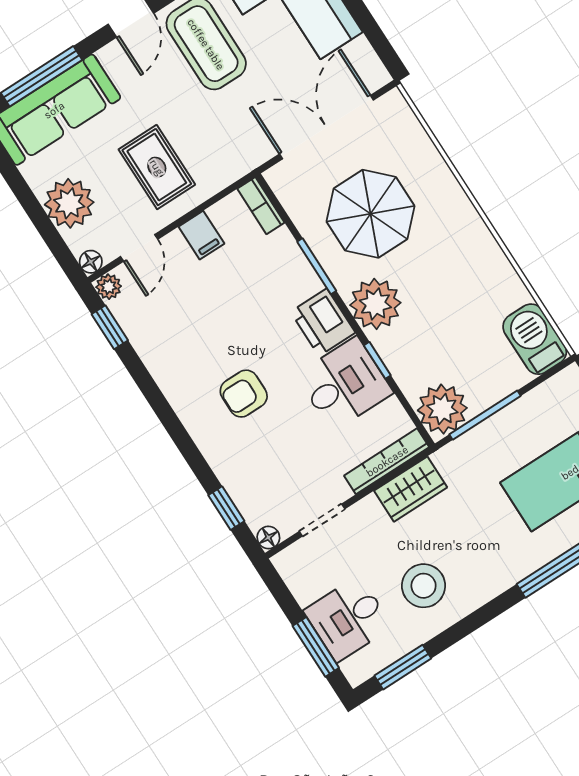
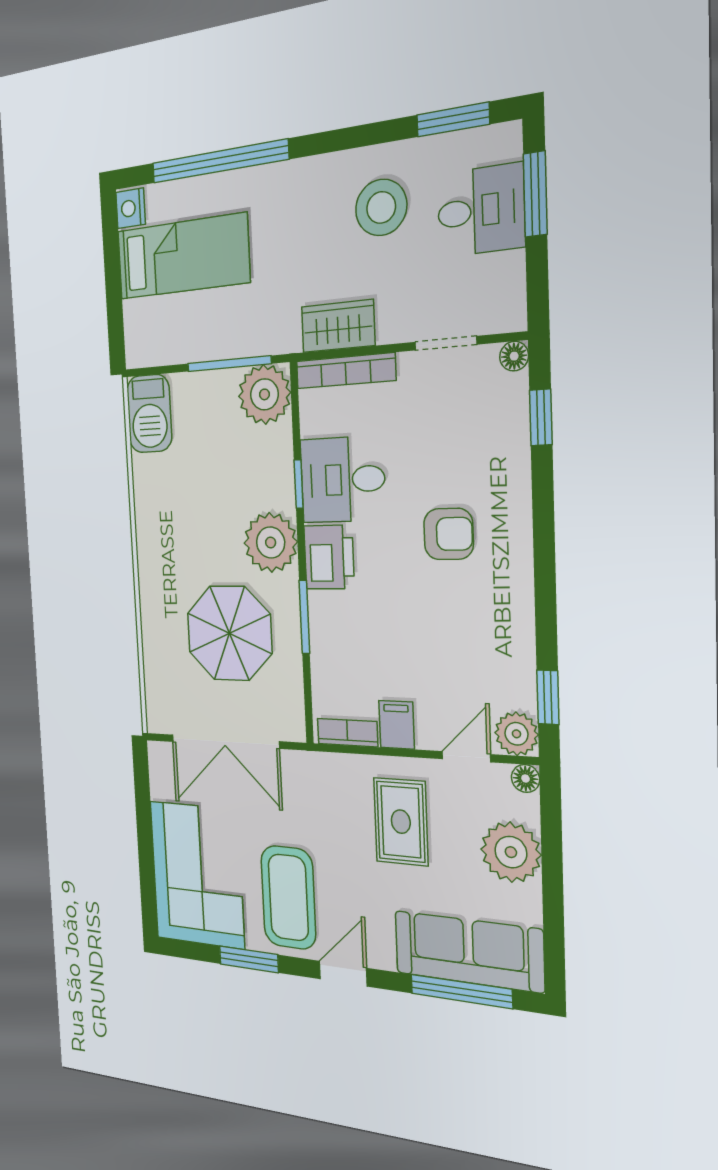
bookcase: (261, 206) -> (347, 733), moved, turned -90
plant: (109, 287) -> (516, 734), width x1.38, depth x1.38

